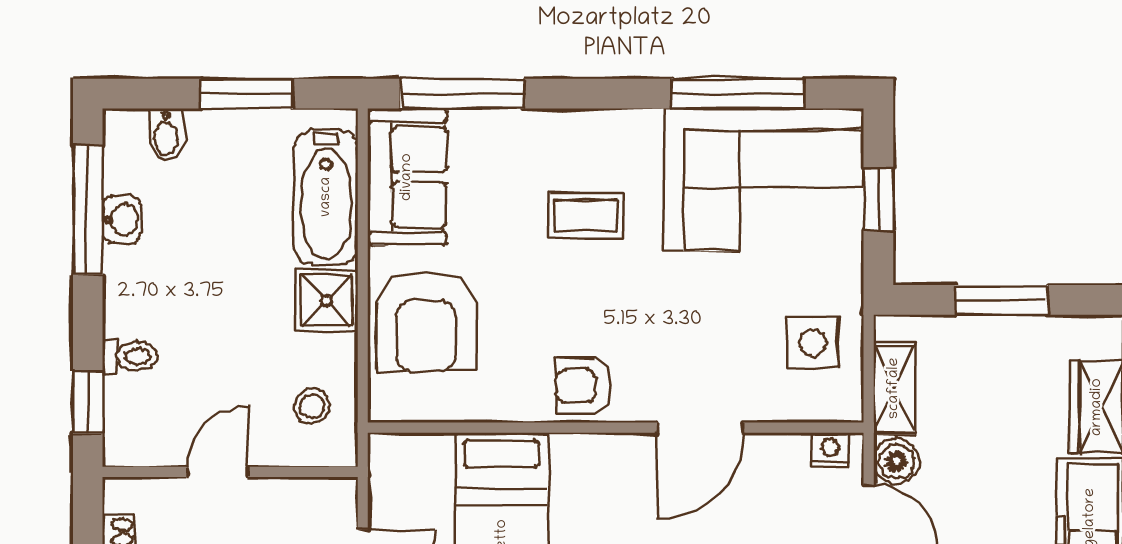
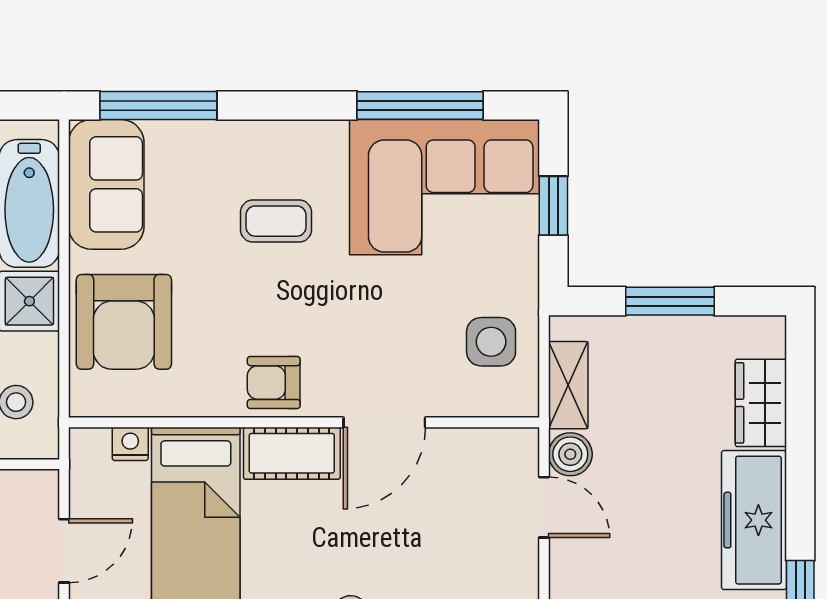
nightstand: (830, 450) -> (130, 444), moved
cot: (603, 460) -> (292, 453), added

